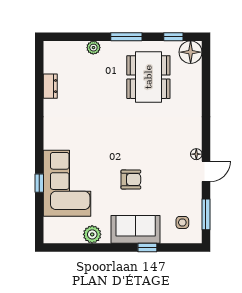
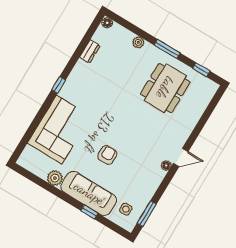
floor lamp: (191, 52) -> (107, 23), moved, width x0.53, depth x0.53
door: (206, 171) -> (181, 158), moved
armchair: (131, 179) -> (107, 155), turned -90
window: (39, 183) -> (59, 85), moved
sofa: (136, 229) -> (89, 193), width x1.36

